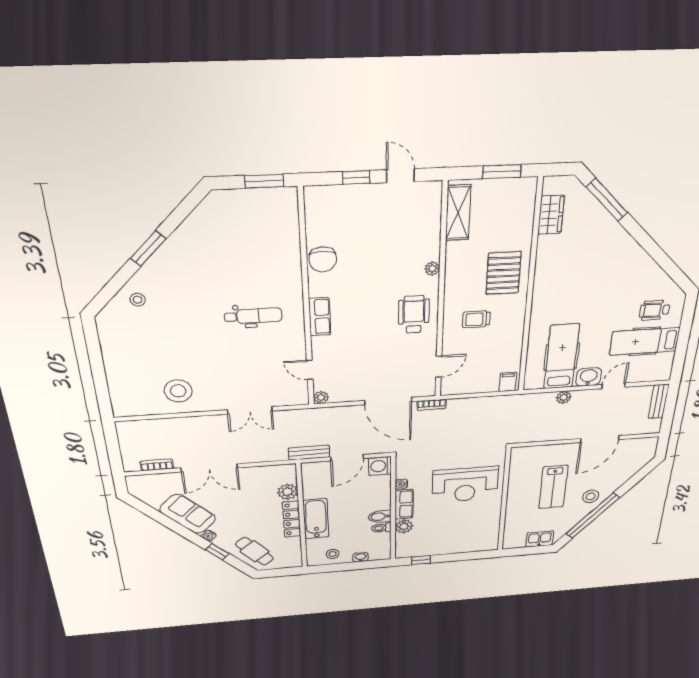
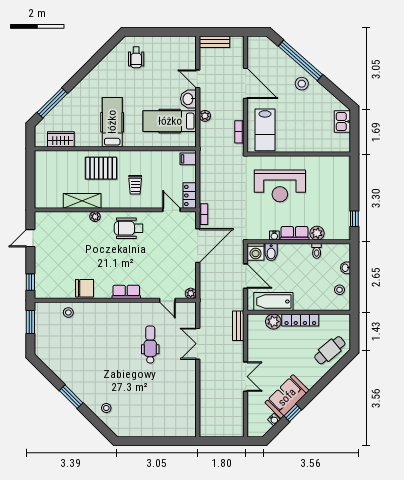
window: (502, 172) -> (30, 174), removed
window: (356, 177) -> (30, 282), moved
shelving: (458, 213) -> (82, 201), moved
dental chair: (253, 316) -> (150, 345), moved
hospital bed: (645, 341) -> (112, 122), moved, turned 180
door: (310, 370) -> (167, 300), hinge flipped
locker: (458, 387) -> (190, 195), added
stool: (178, 391) -> (68, 312), moved, width x0.53, depth x0.53
double door: (250, 410) -> (198, 344), swing flipped
bench: (309, 453) -> (238, 326), moved
bookcase: (157, 465) -> (239, 132), moved
double door: (209, 468) -> (246, 377), width x0.73
reception desk: (465, 485) -> (280, 186), turned 90
lab bench: (553, 487) -> (265, 130), moved, turned 90
window: (593, 516) -> (301, 60), moved
bidet: (380, 517) -> (271, 252), moved
bathtub: (316, 519) -> (273, 302), moved
water cooler: (209, 536) -> (274, 420), moved
window: (217, 552) -> (293, 413), moved

